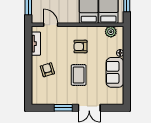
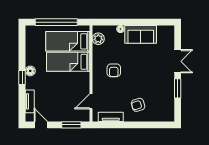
rug: (79, 75) -> (143, 72), removed

